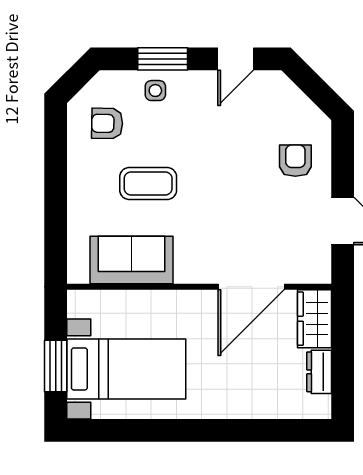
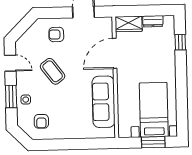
coffee table: (148, 183) -> (53, 71), moved, turned -37
sofa: (131, 260) -> (104, 102), width x1.36
door: (251, 287) -> (115, 53), swing flipped
window: (272, 430) -> (180, 42), added

